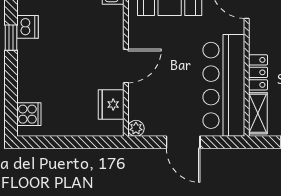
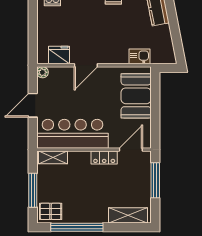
door: (126, 66) -> (86, 65), hinge flipped
locker: (258, 72) -> (104, 158), moved

